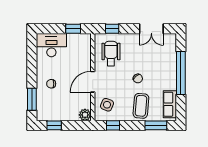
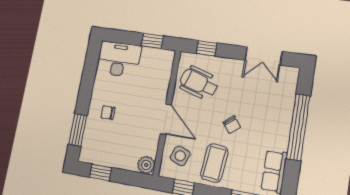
wheelchair: (111, 54) -> (199, 83), turned -73
door: (93, 82) -> (166, 119), swing flipped
coffee table: (141, 106) -> (214, 163), moved

